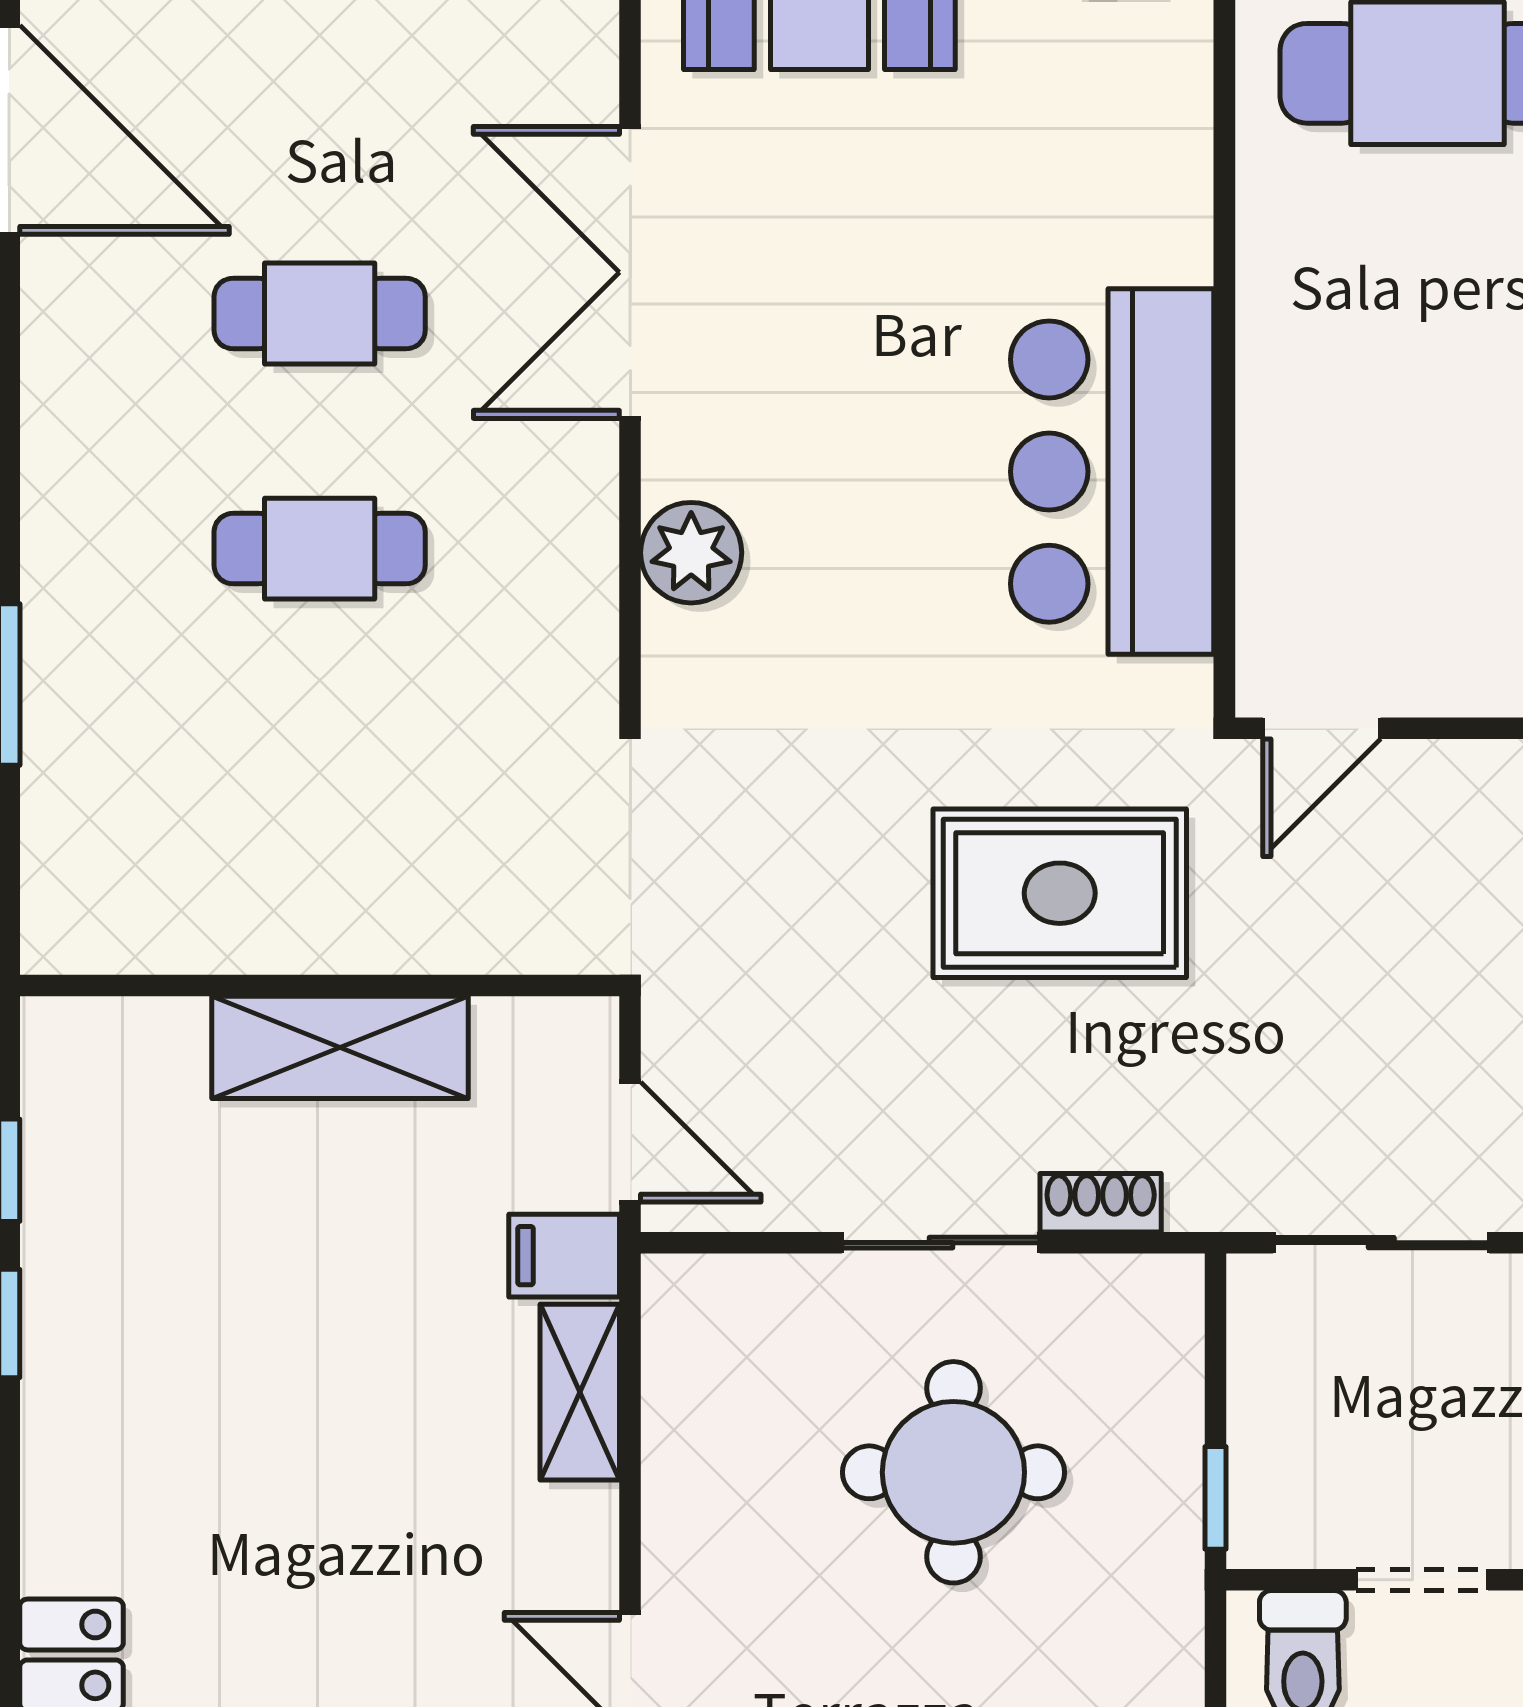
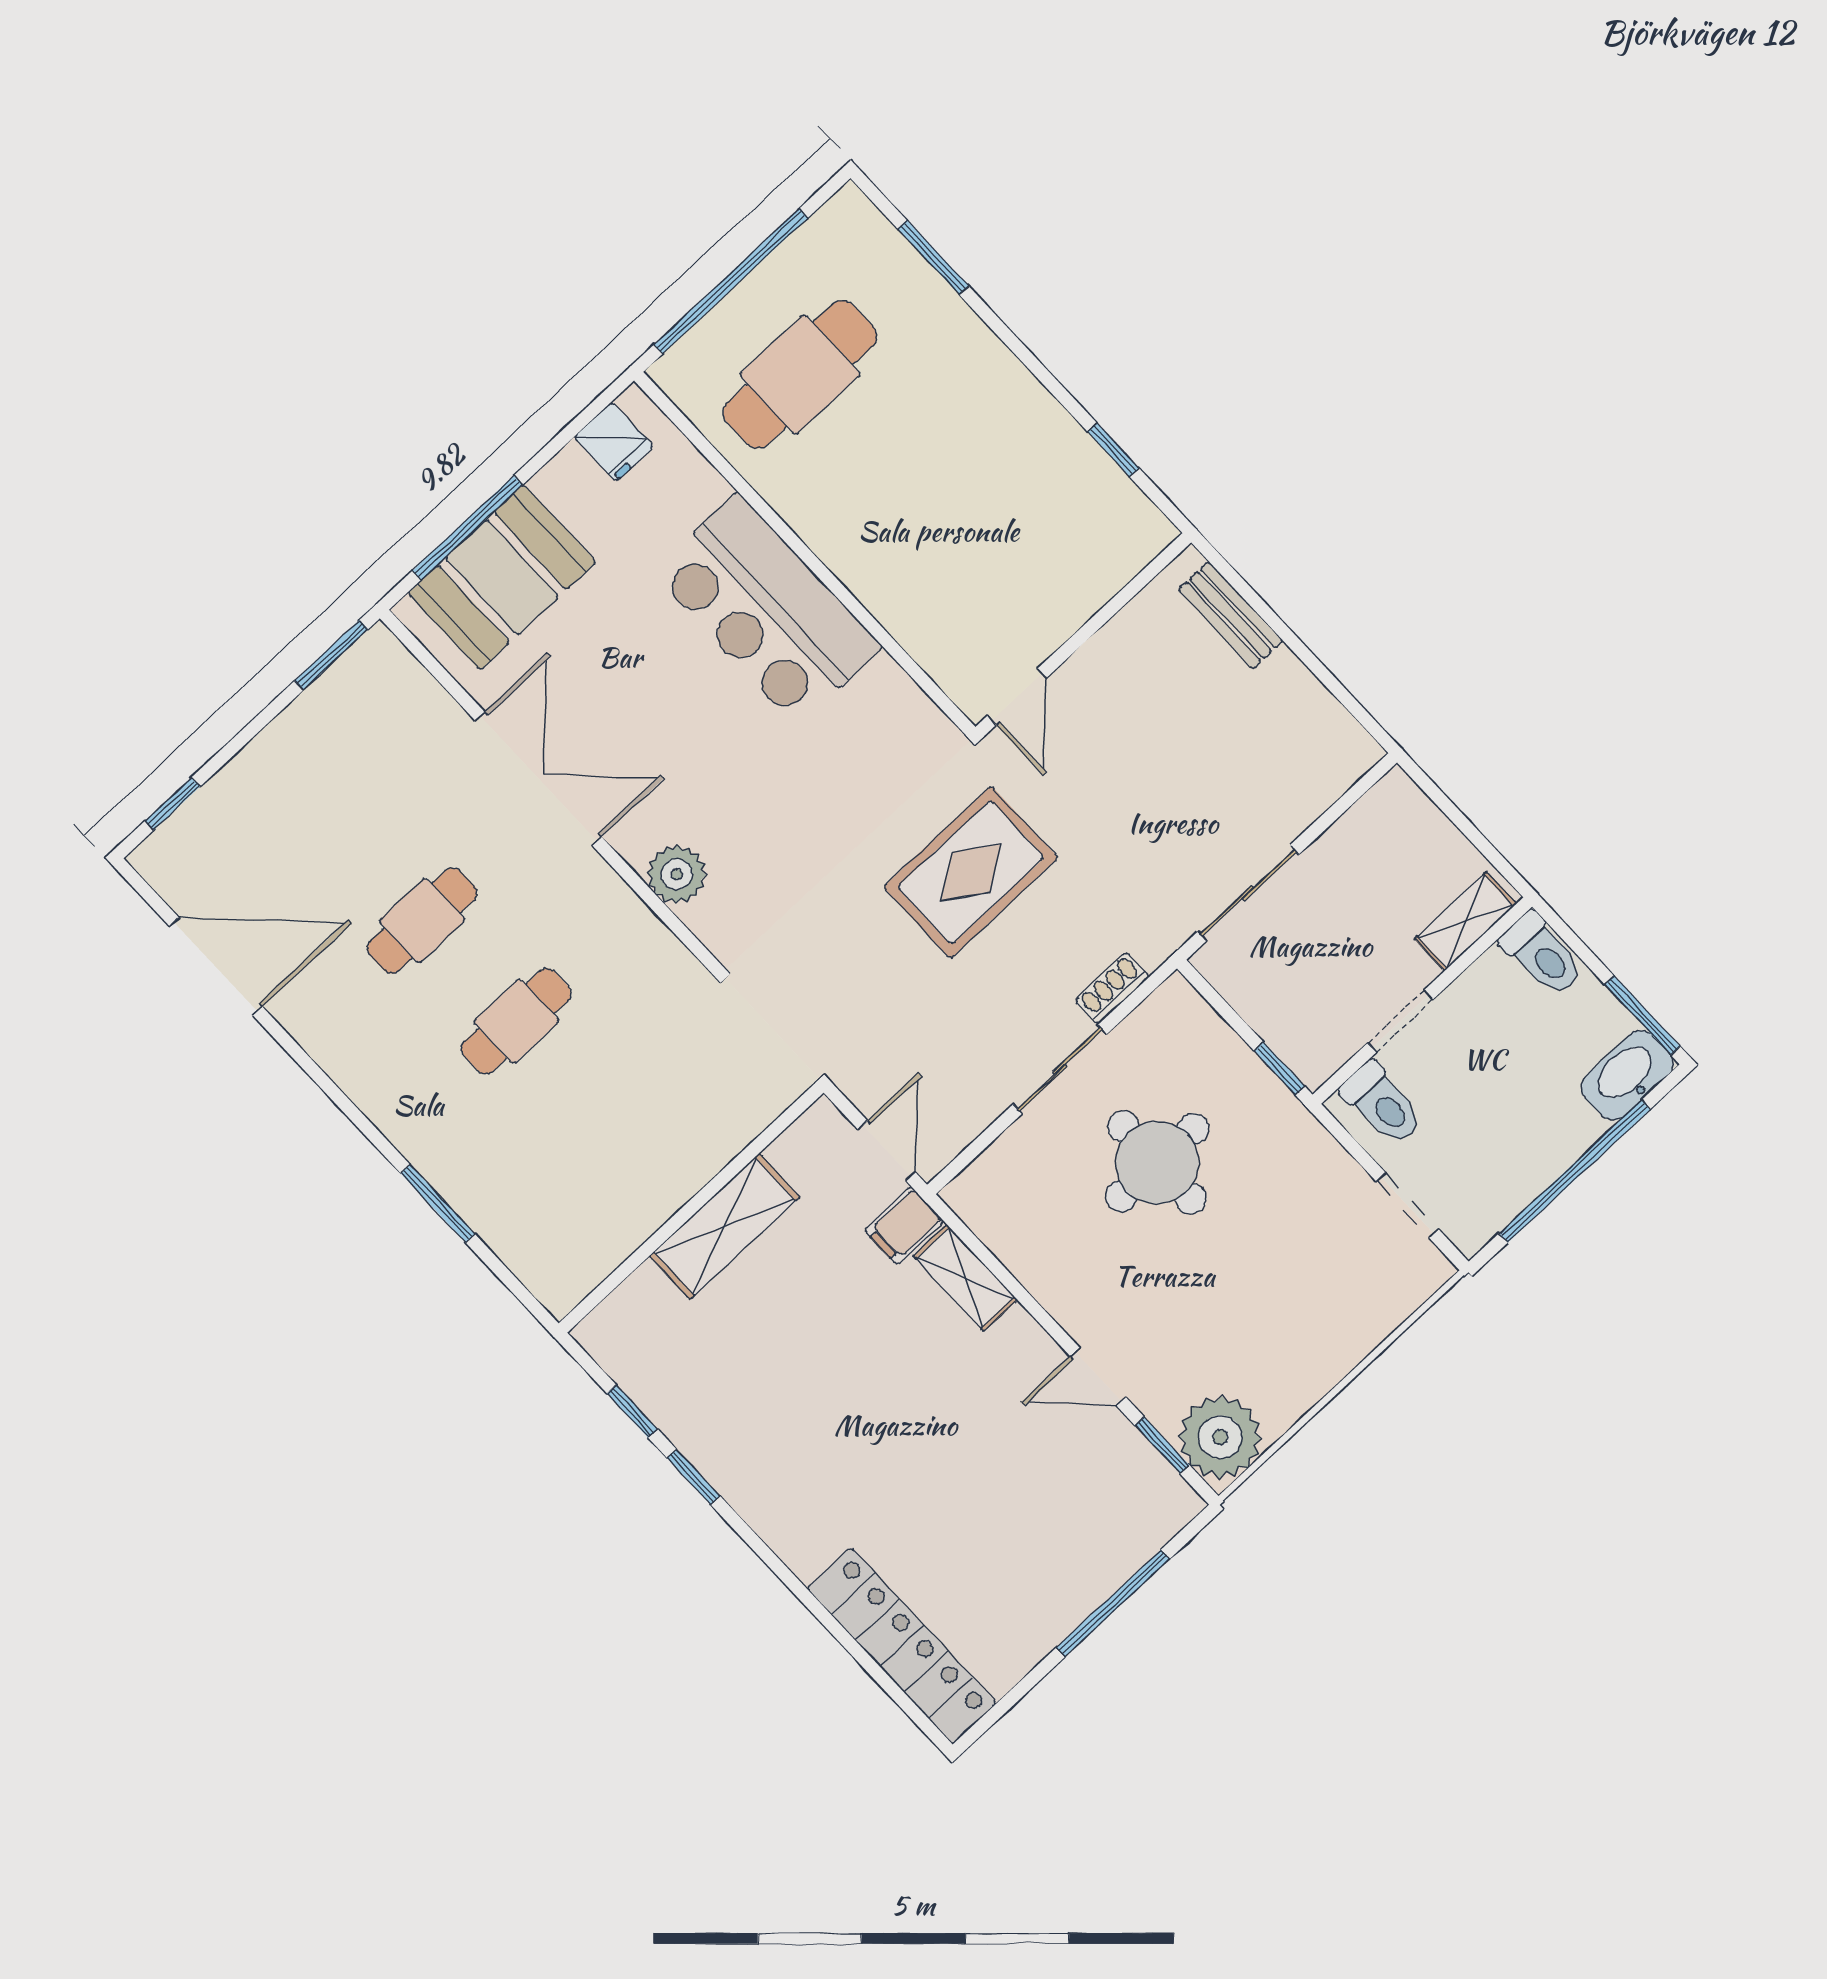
double door: (630, 272) -> (538, 779), swing flipped
bar counter: (1112, 472) -> (767, 610), moved
door: (630, 1142) -> (887, 1151), hinge flipped

